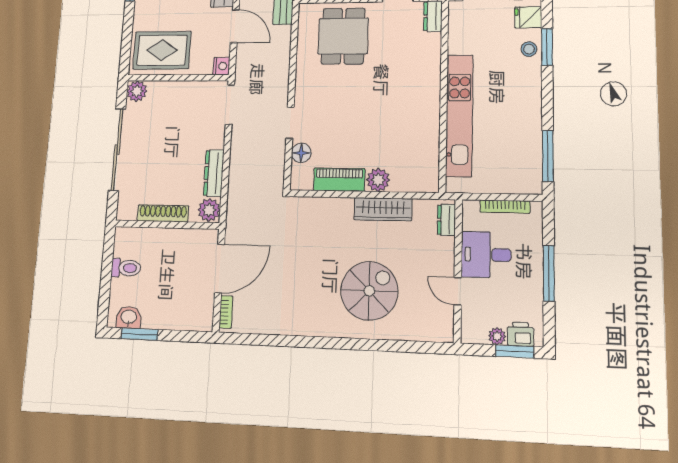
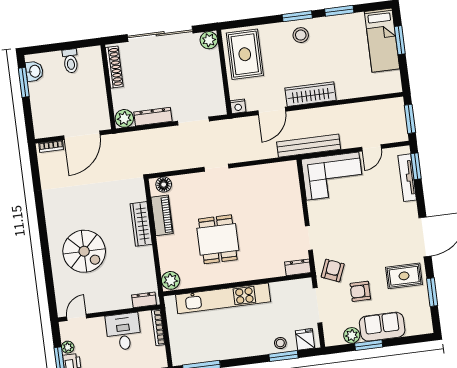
dining table: (343, 36) -> (218, 239), moved, turned 90
doorway: (230, 105) -> (193, 121), moved
doorway: (290, 123) -> (216, 168), moved
floor lamp: (301, 153) -> (164, 185), moved
plant: (378, 180) -> (171, 280), moved
bookcase: (505, 207) -> (158, 327), moved
wardrobe: (383, 209) -> (141, 224), moved
shoe rack: (163, 213) -> (114, 67), moved
door: (220, 269) -> (82, 135), hinge flipped
door: (458, 291) -> (77, 317), moved

